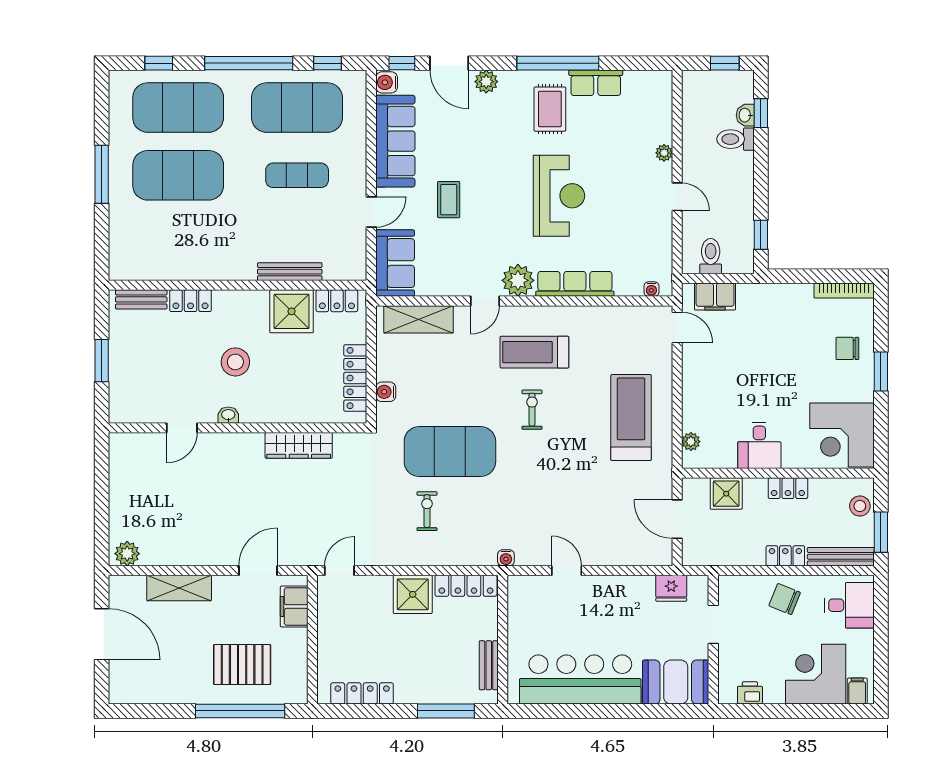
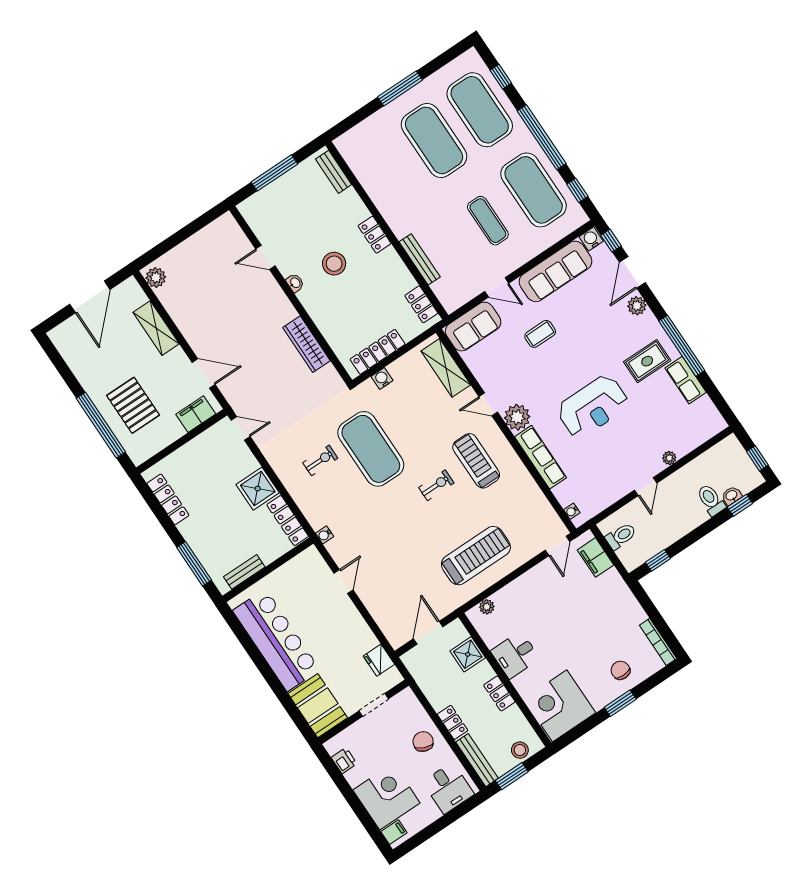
locker: (190, 301) -> (375, 235), moved
shower: (292, 311) -> (394, 279), removed
window: (102, 361) -> (274, 173), width x1.44

